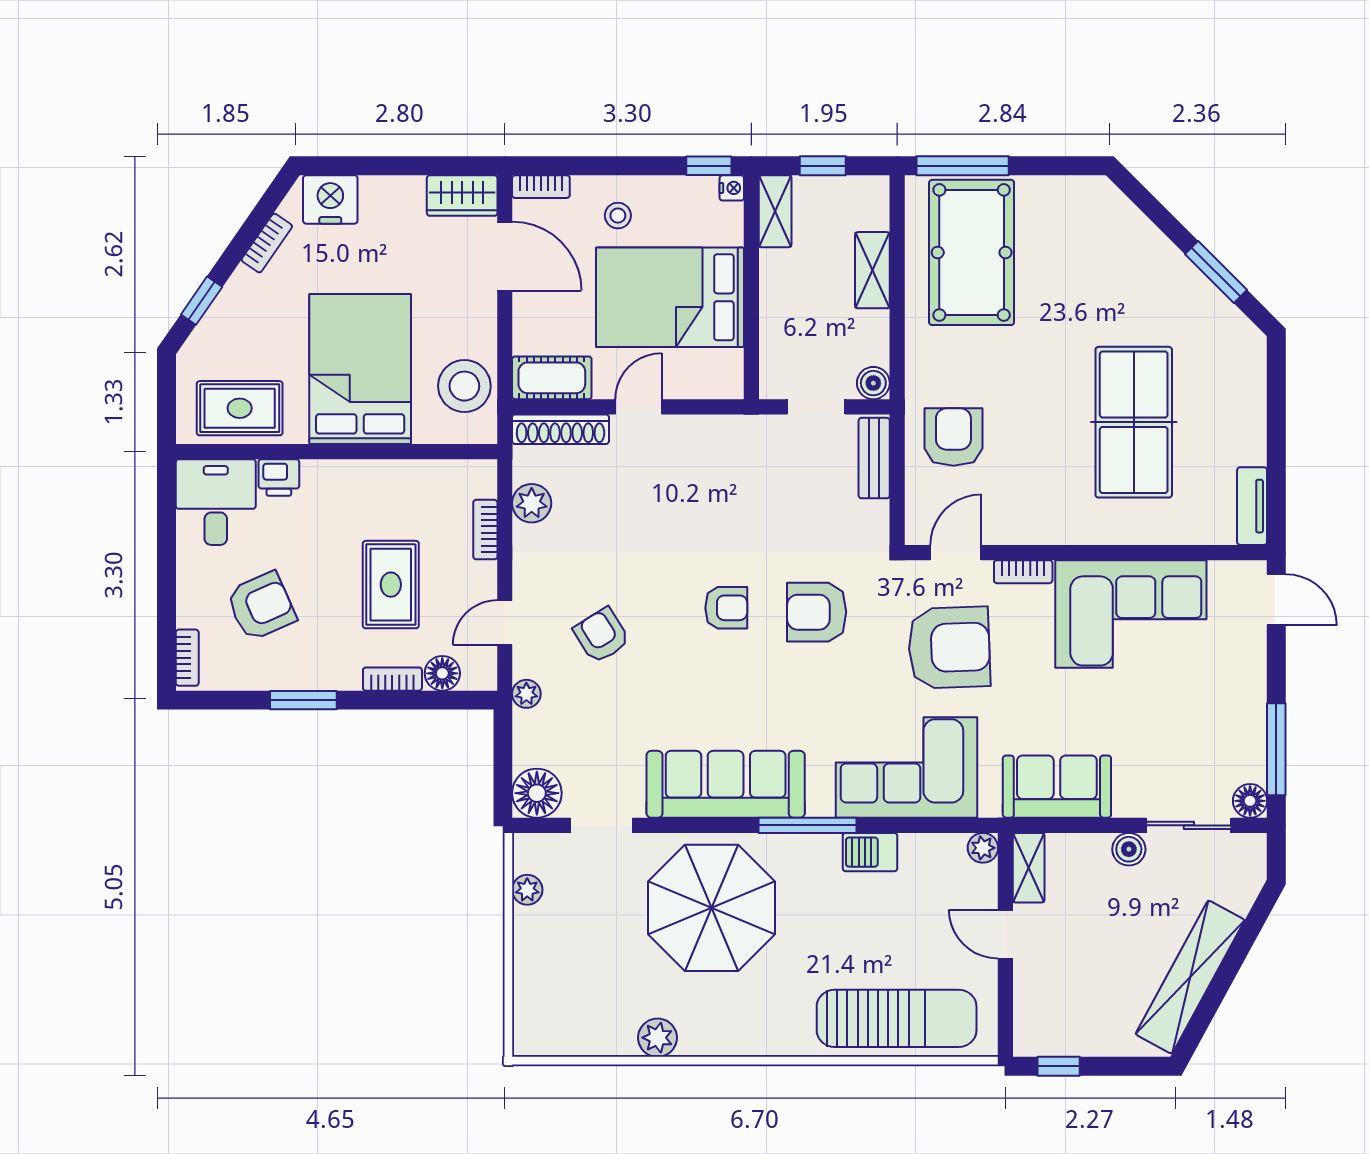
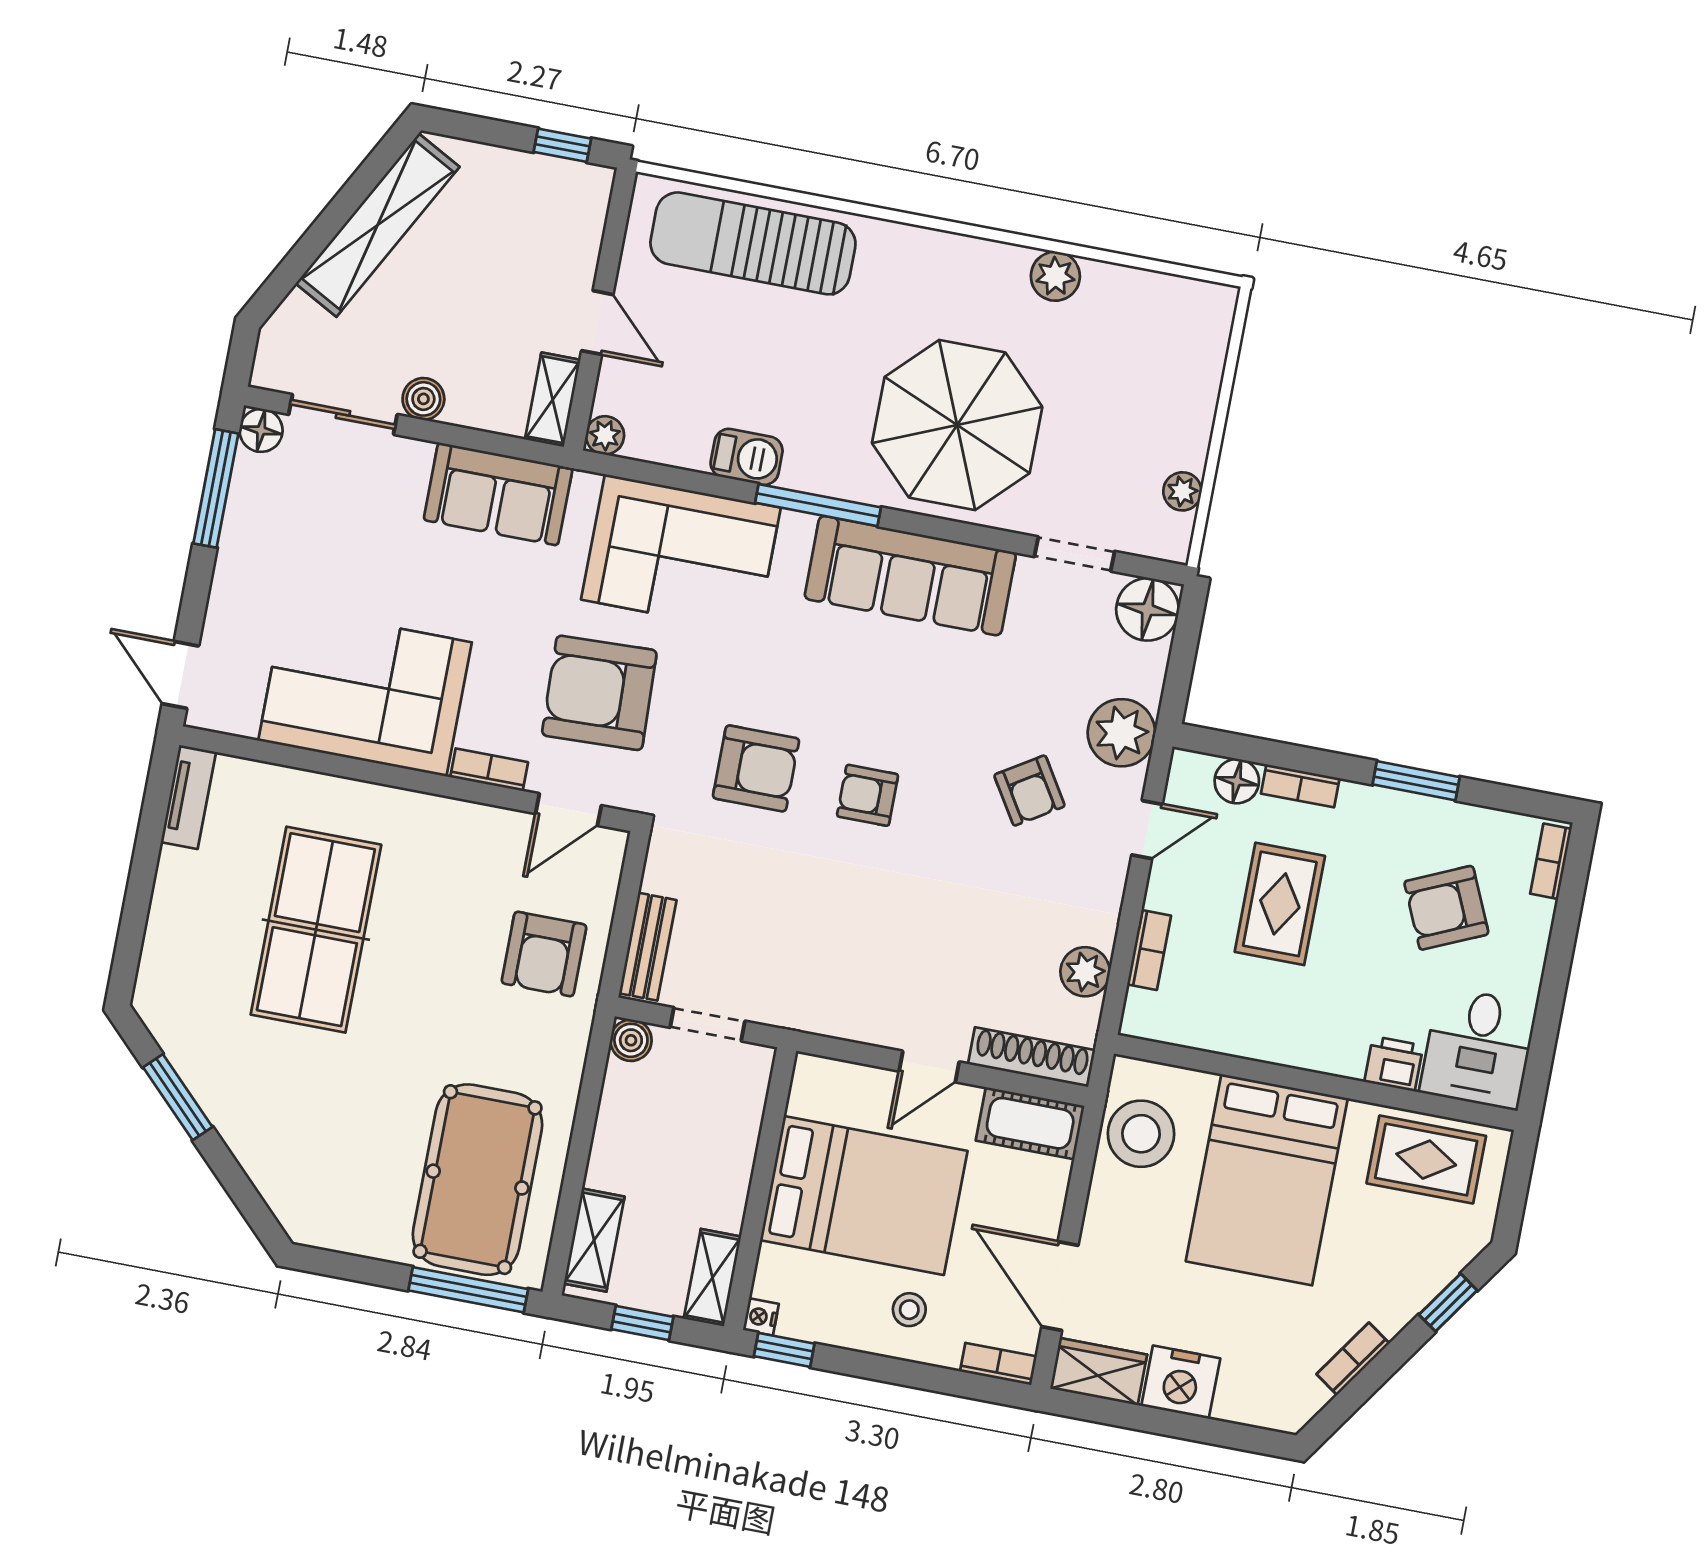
nightstand: (330, 199) -> (1181, 1382), moved
shelving: (872, 270) -> (594, 1240), moved
plant: (526, 694) -> (1121, 733), width x1.88, depth x1.88

